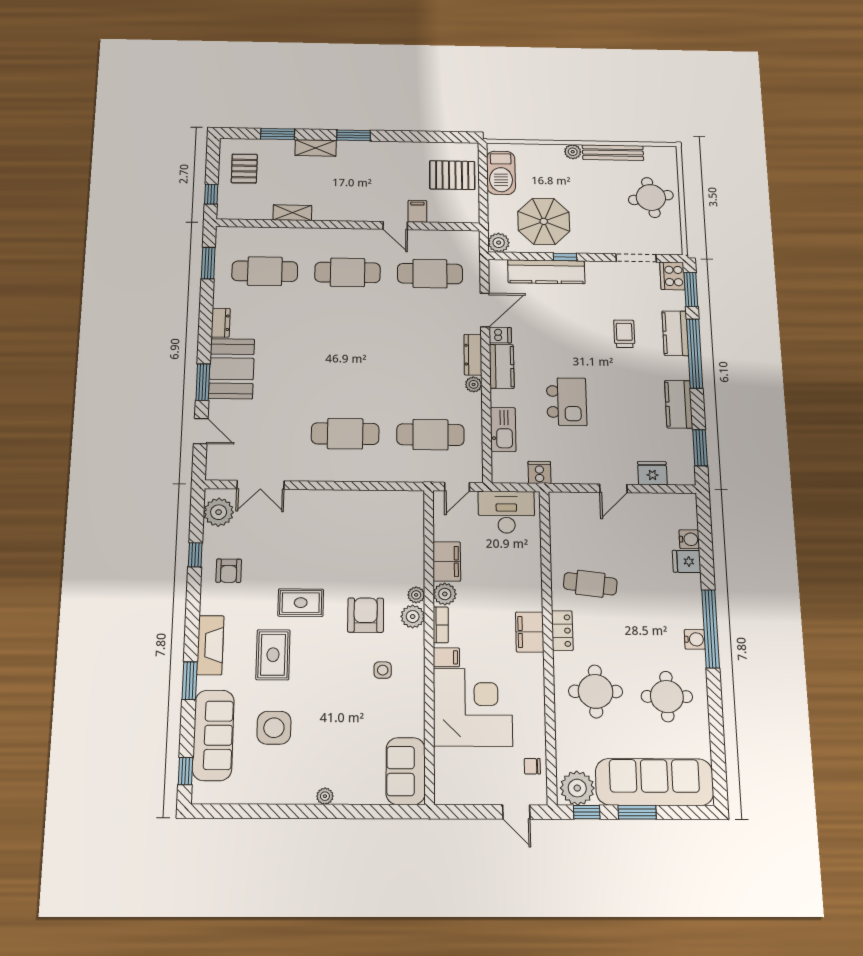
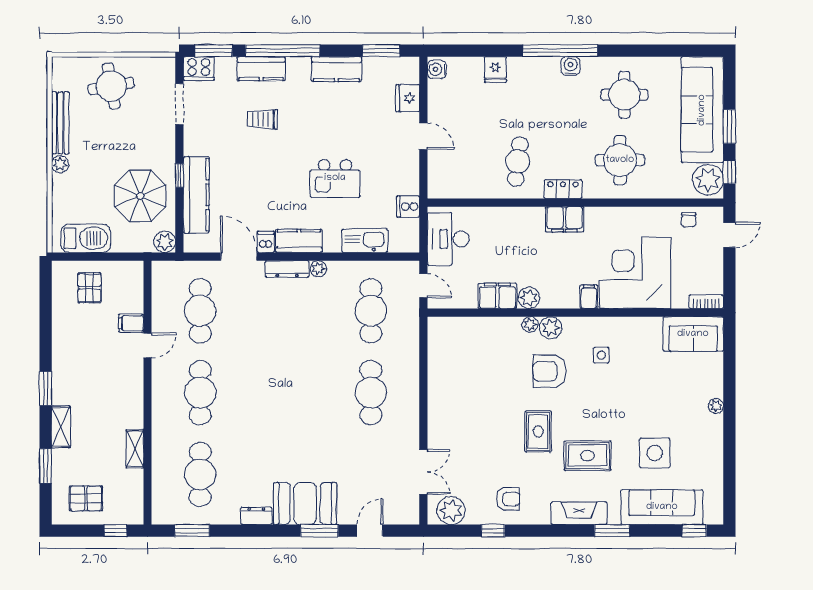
pallet: (452, 175) -> (89, 288), width x0.67, depth x0.71
kitchen island: (567, 402) -> (335, 178), turned 180
water cooler: (689, 539) -> (437, 69), moved, turned -90
bookcase: (441, 625) -> (706, 302), moved

